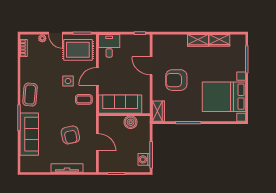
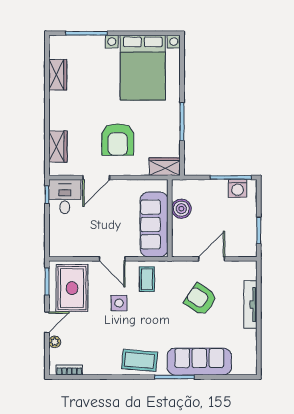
wardrobe: (198, 40) -> (58, 147), moved
desk: (109, 46) -> (65, 197), moved, turned 90
armchair: (70, 135) -> (201, 299), turned -134

